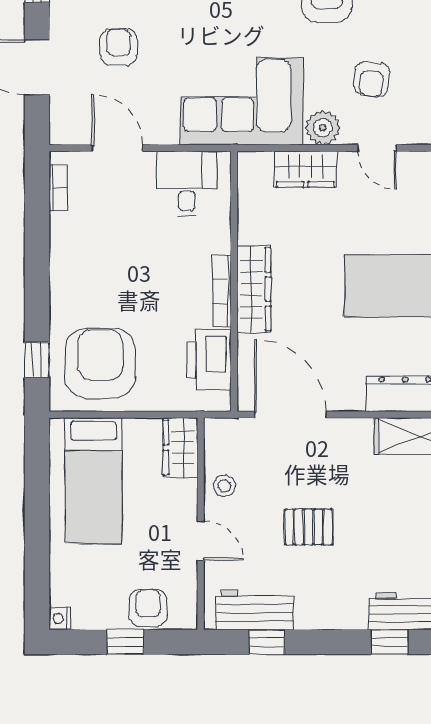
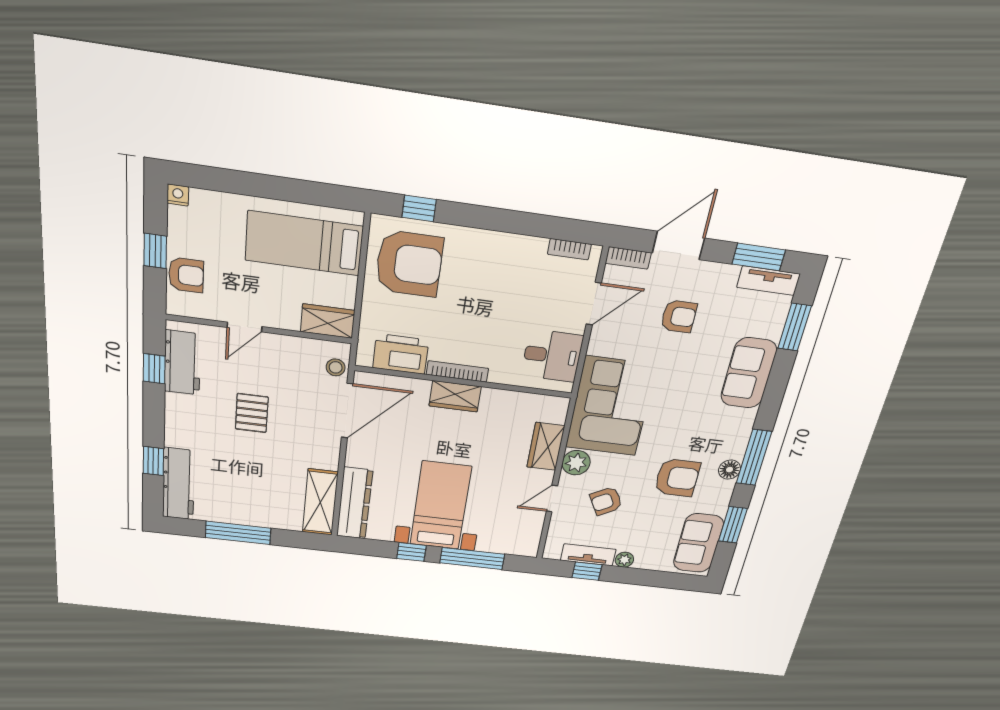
armchair: (372, 79) -> (606, 501), turned -35
bookcase: (59, 120) -> (628, 258), added
wardrobe: (254, 289) -> (455, 396), width x0.67
stool: (224, 486) -> (336, 367), moved

